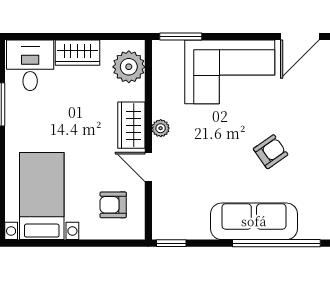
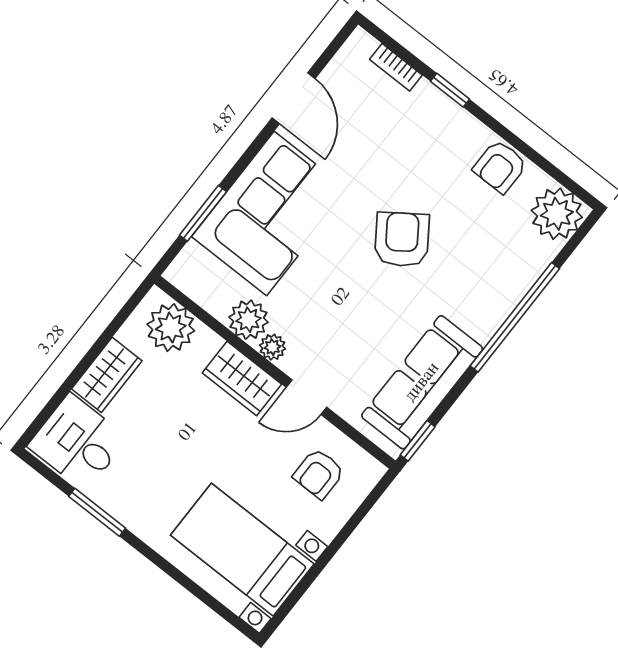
window: (181, 36) -> (203, 213), moved
plant: (165, 104) -> (249, 320), added
armchair: (271, 152) -> (402, 239), width x1.38, depth x1.38
sofa: (254, 221) -> (422, 382), moved

